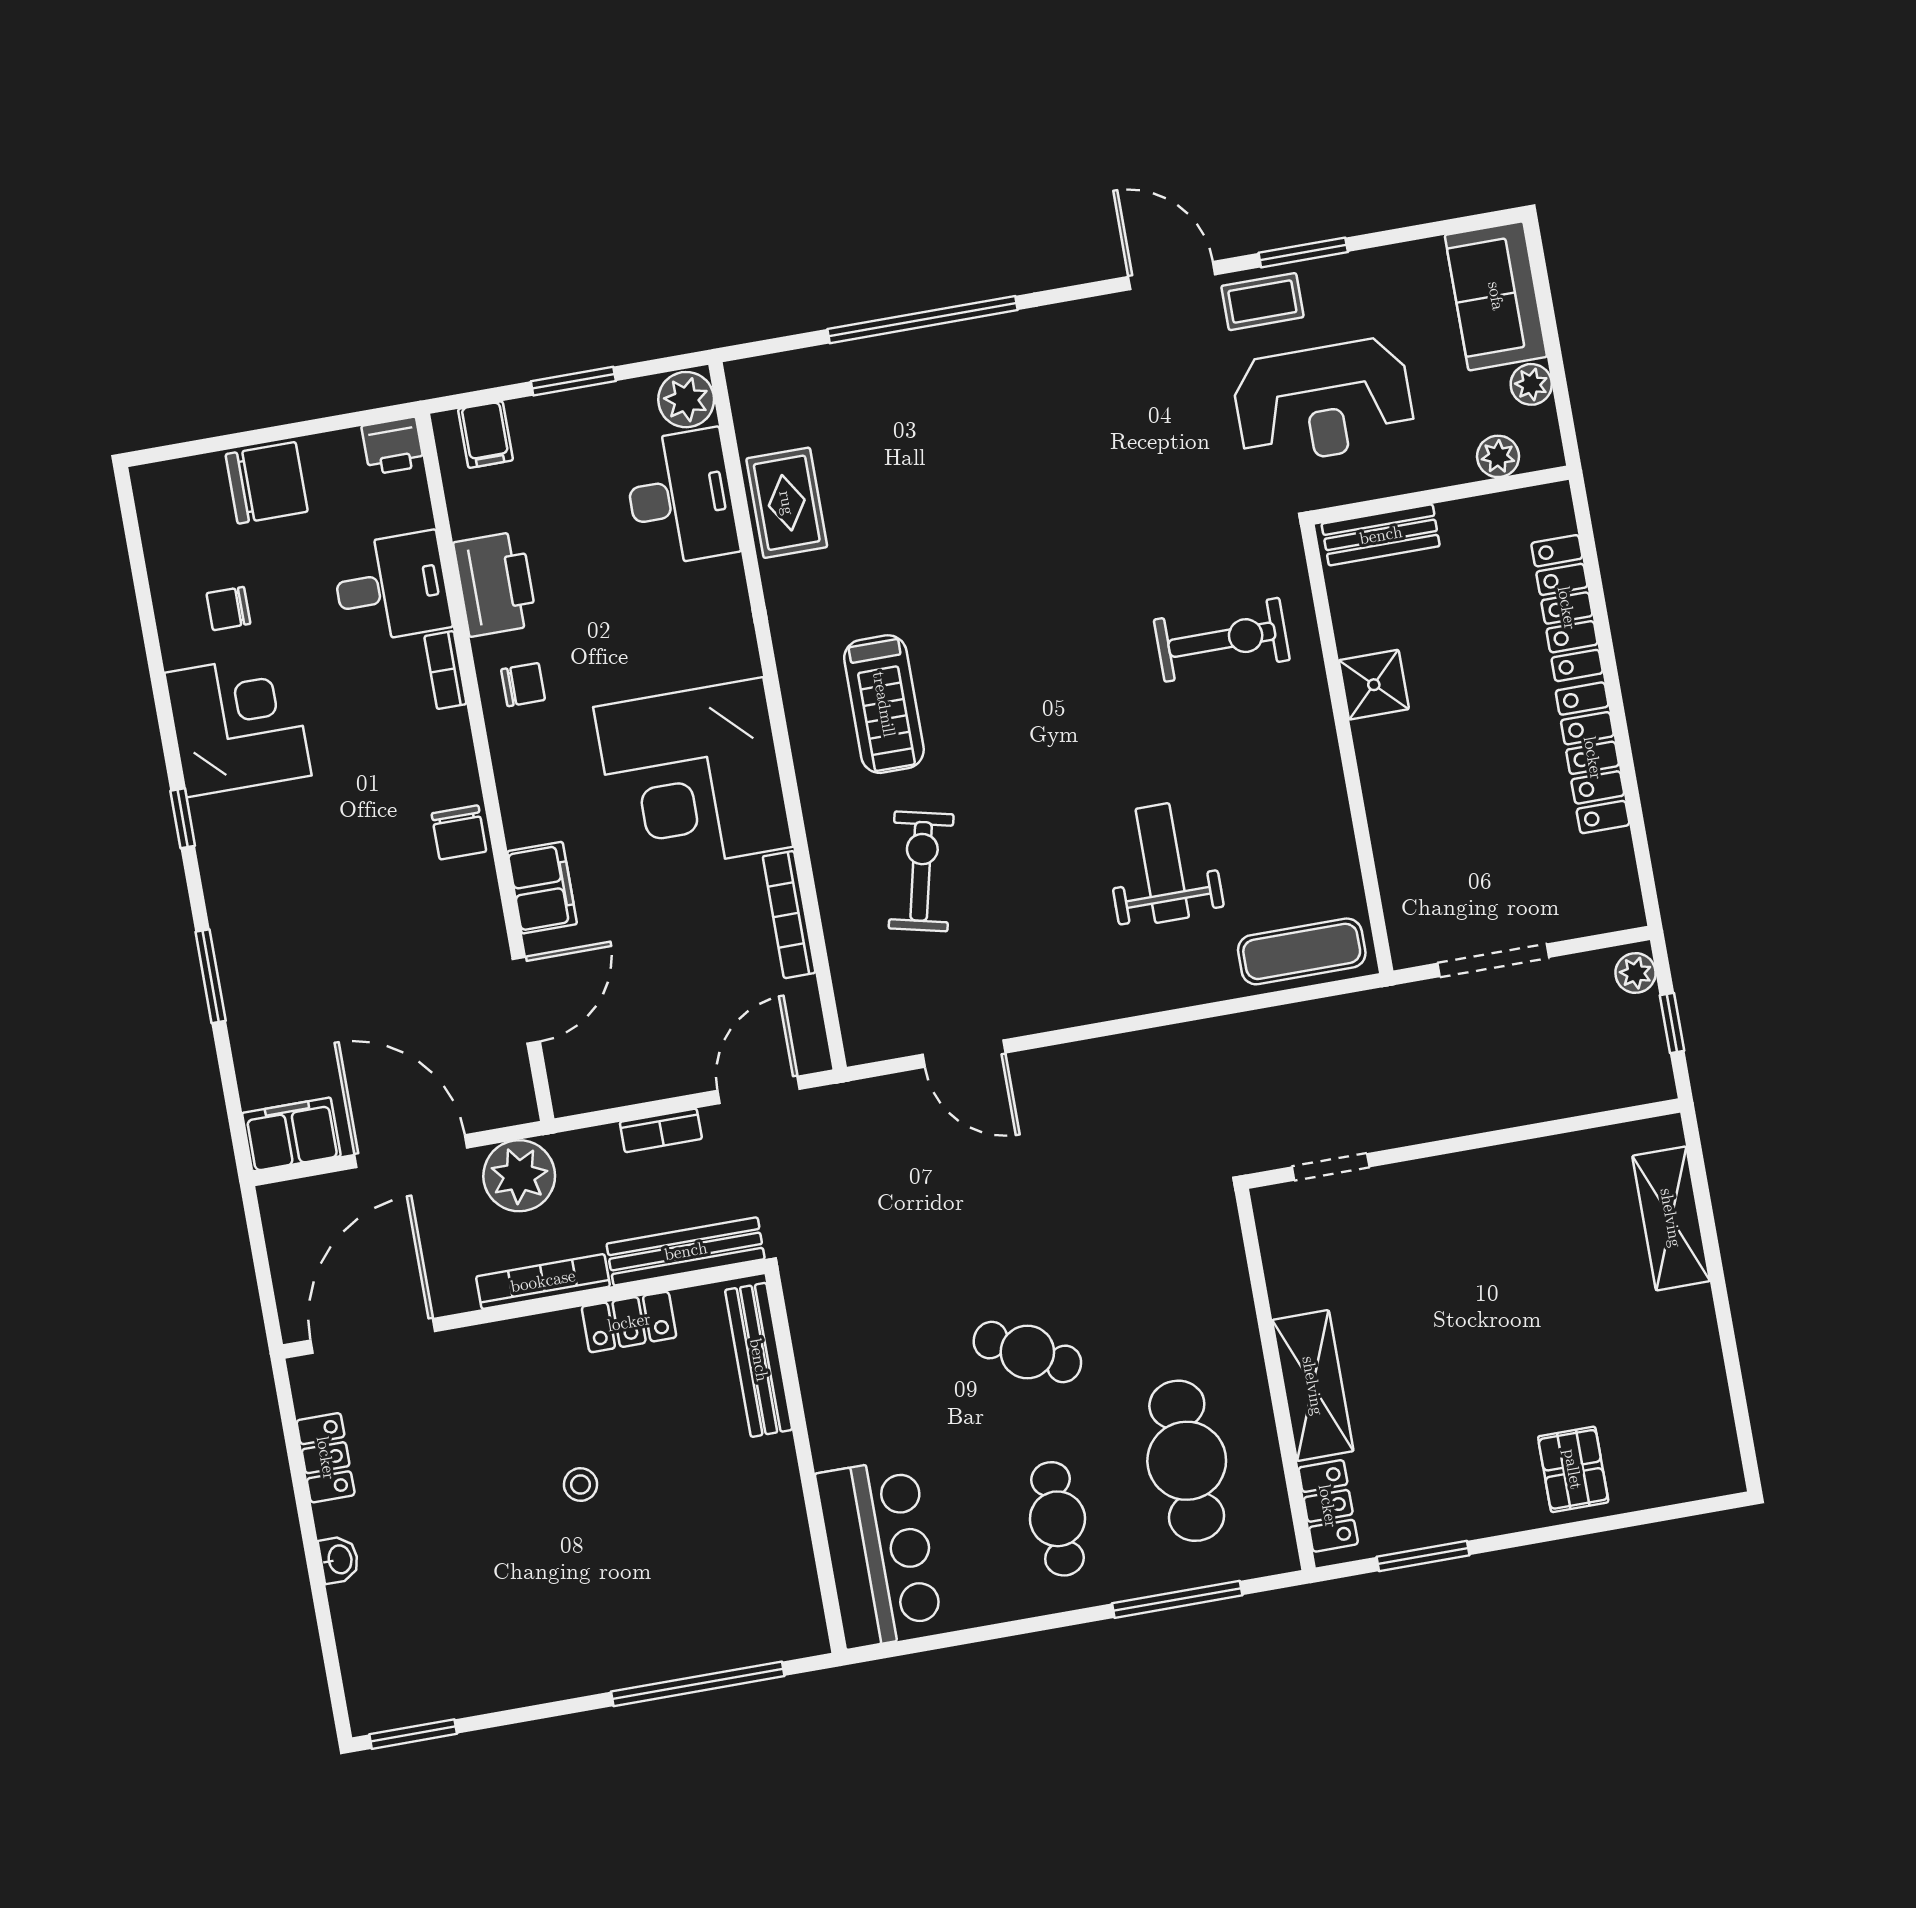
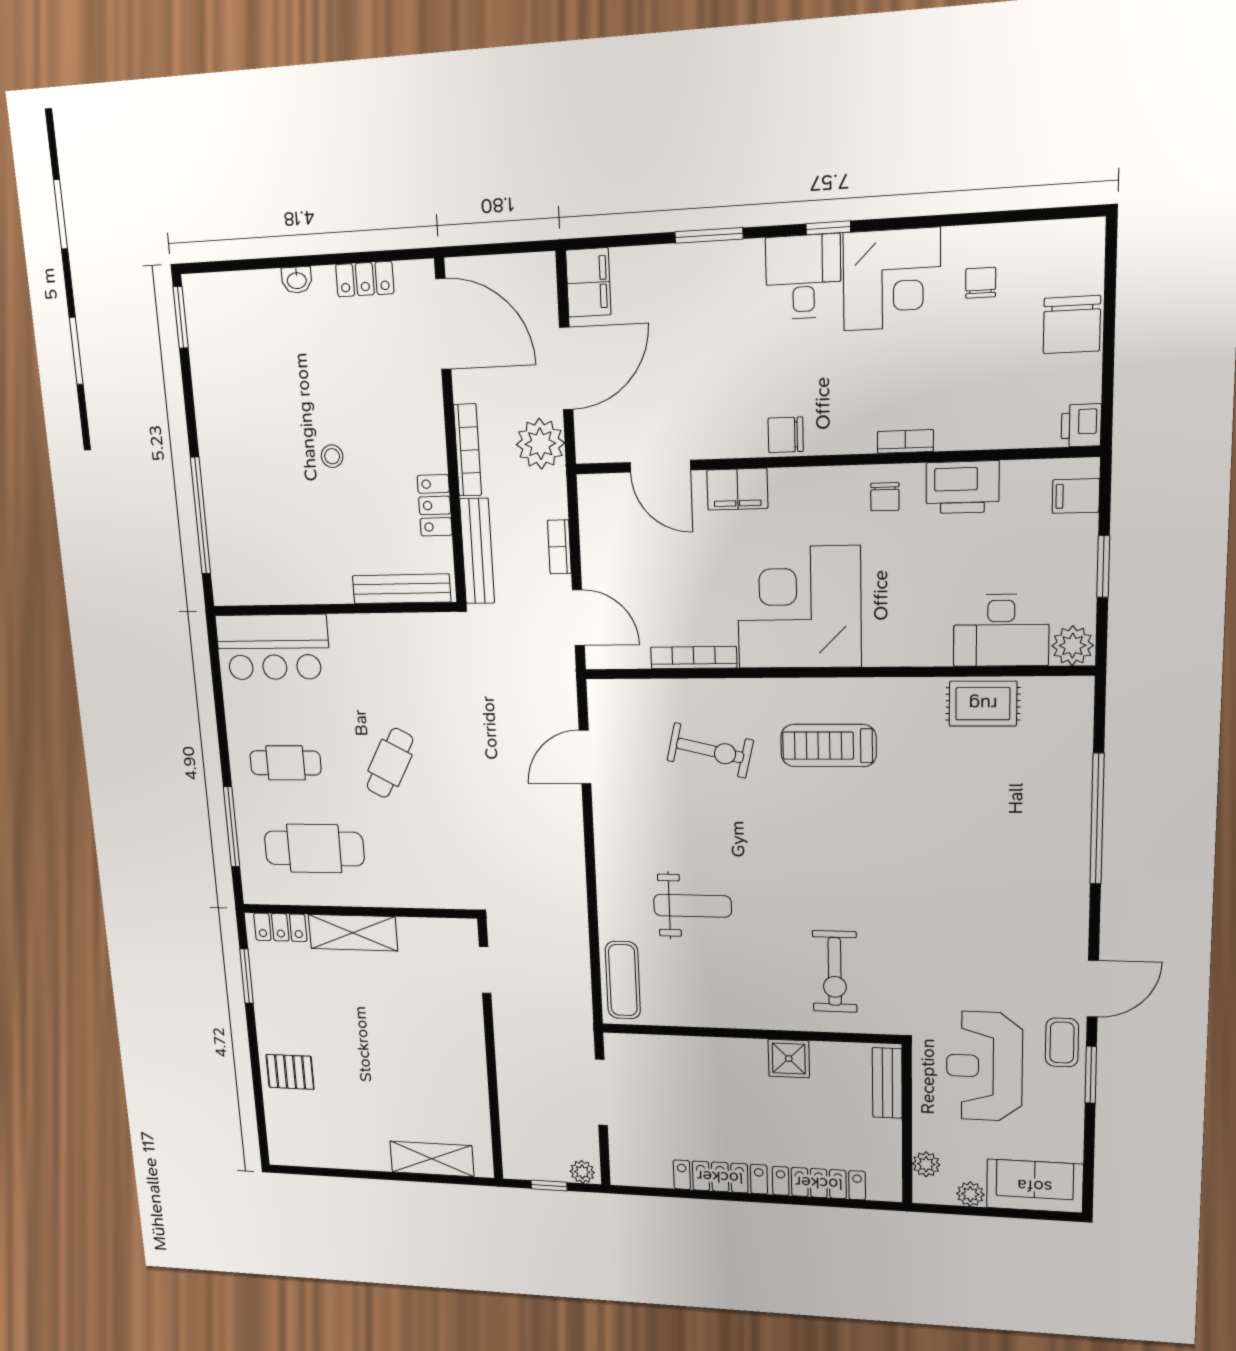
desk: (391, 587) -> (803, 277), moved, turned 180

